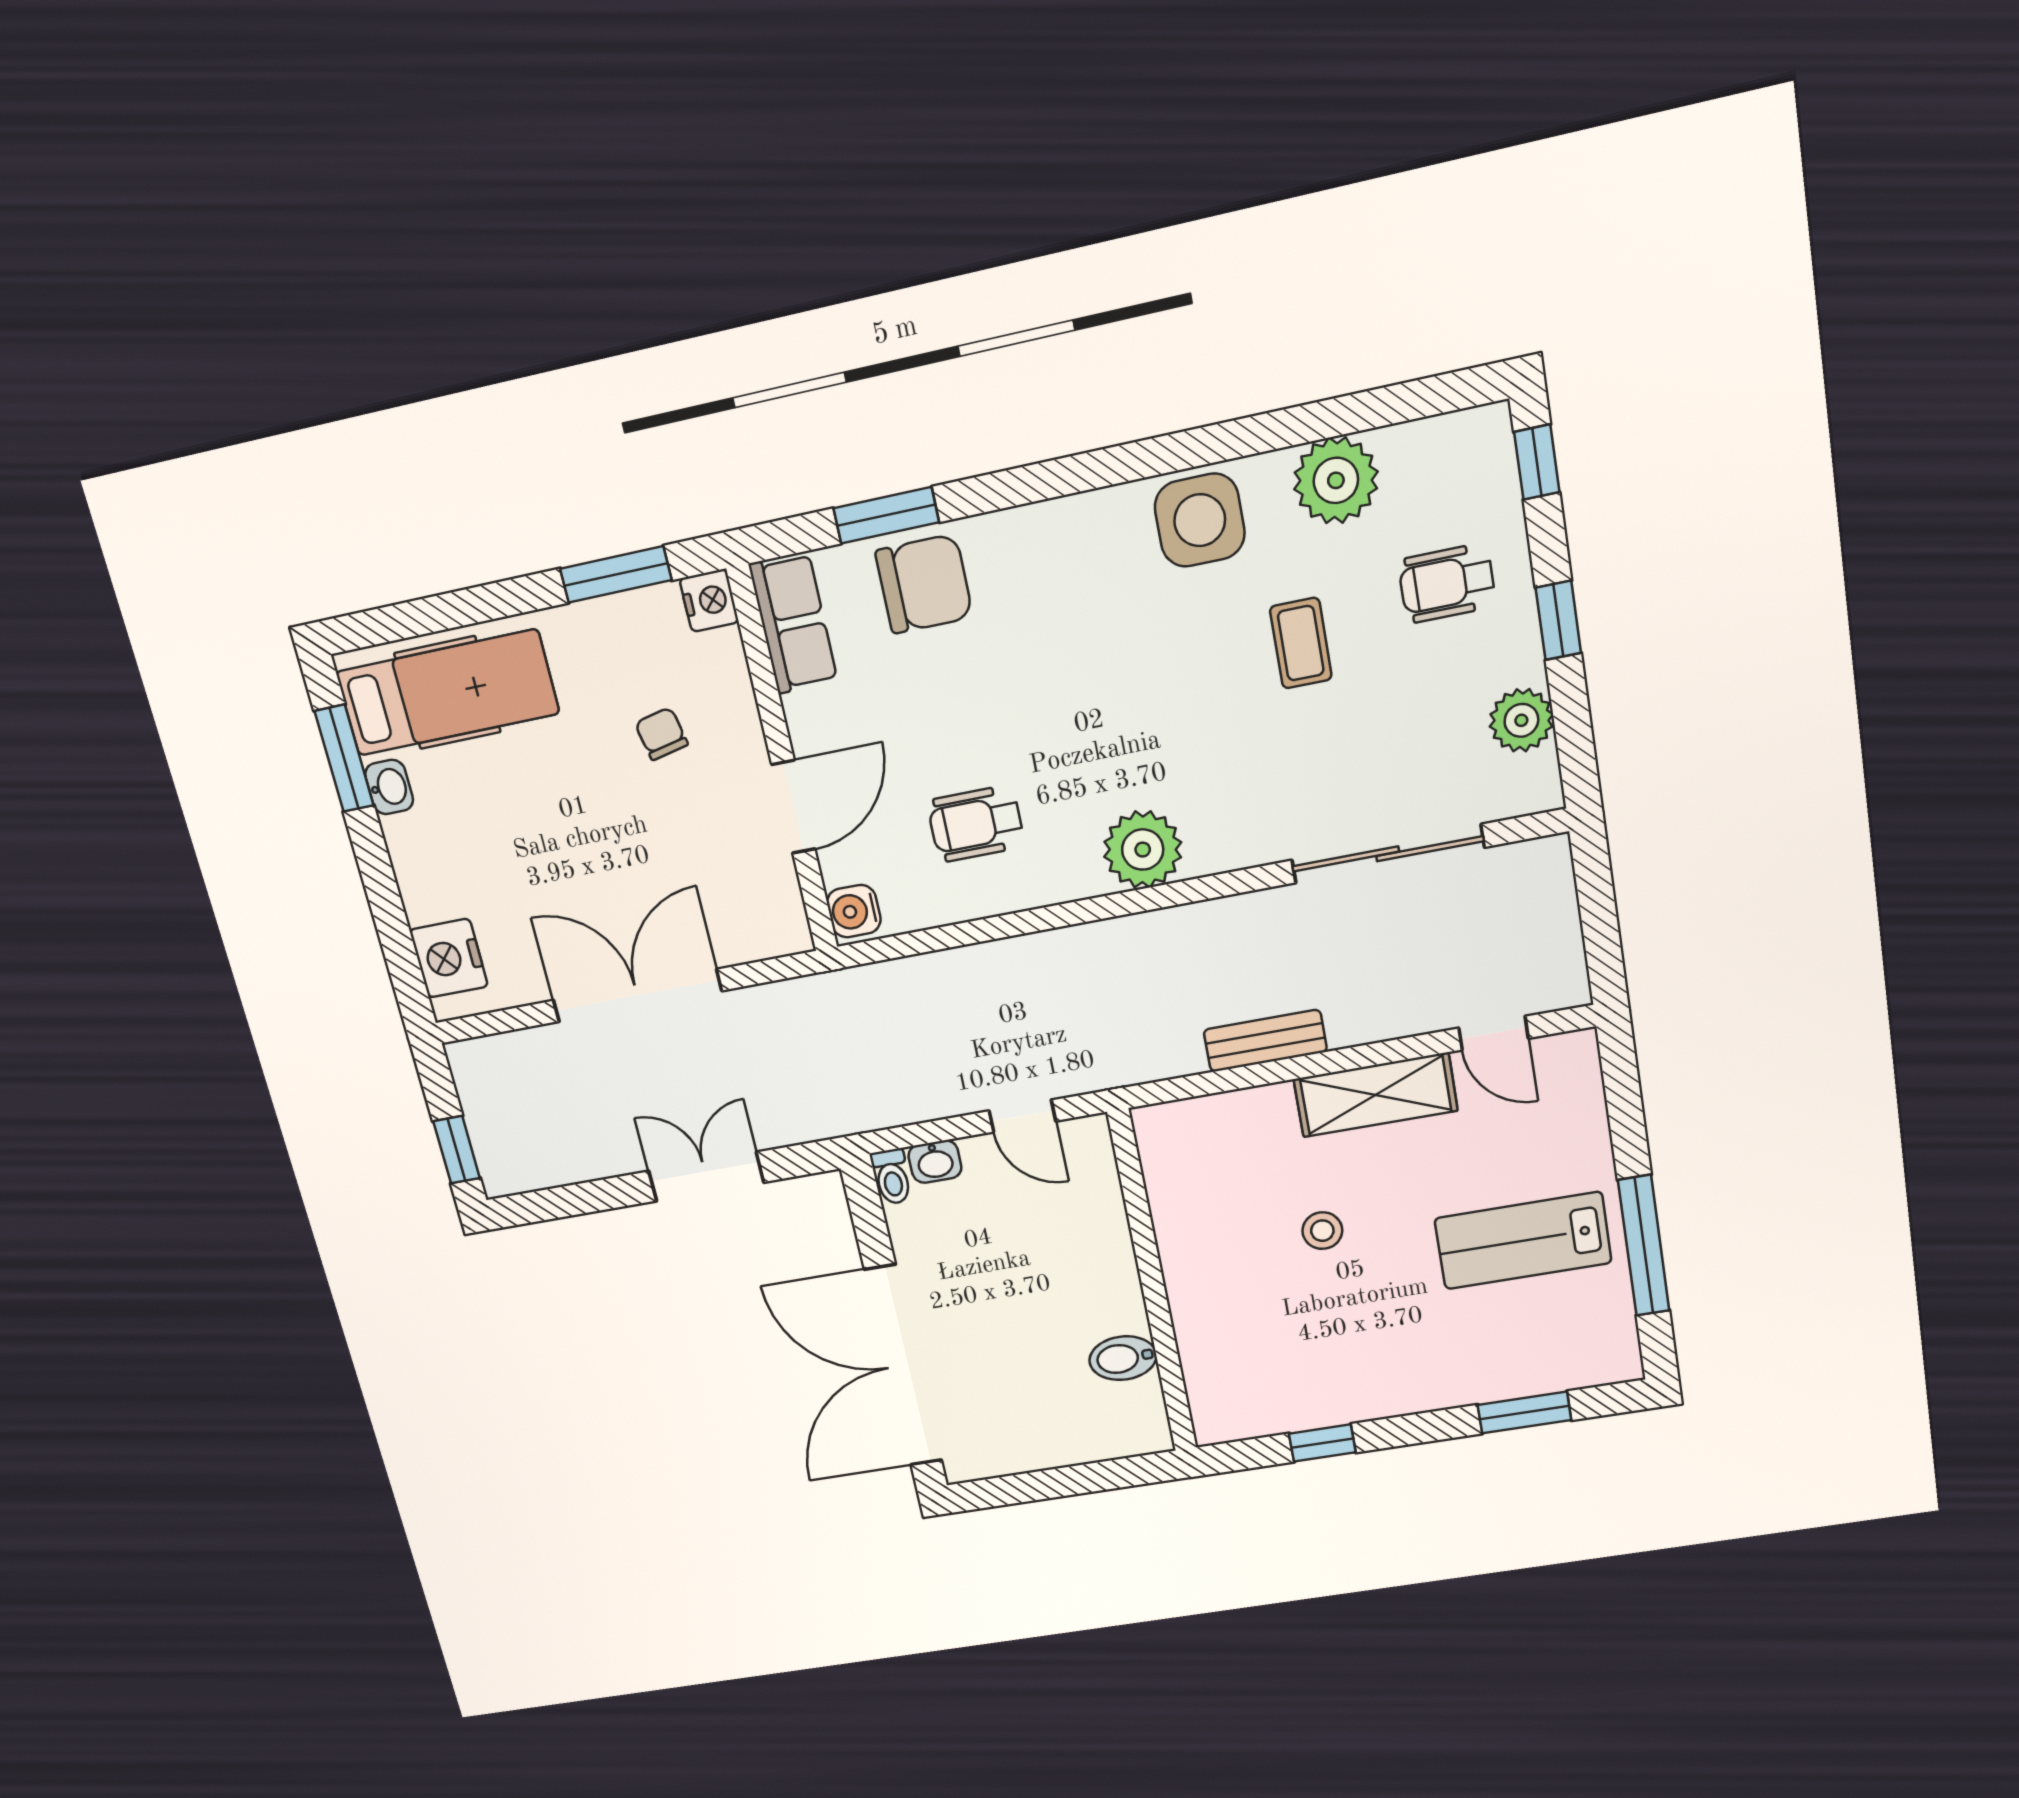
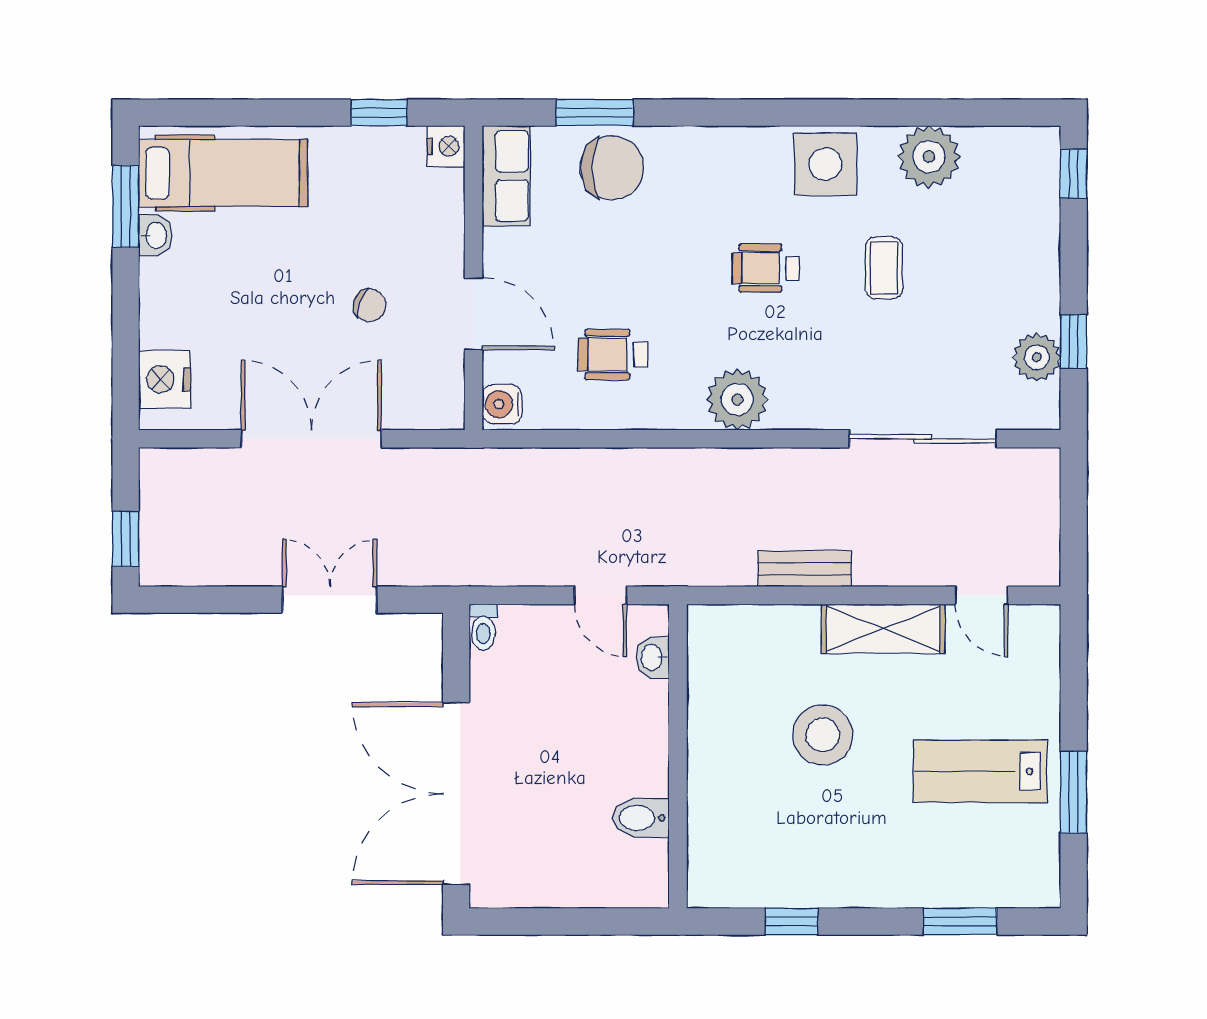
window: (616, 574) -> (379, 113), width x0.67
wheelchair: (1447, 583) -> (766, 268), moved
window: (1558, 620) -> (1074, 341), moved
chair: (661, 734) -> (370, 305), moved, turned 121
door: (793, 807) -> (474, 314), hinge flipped
washbasin: (935, 1162) -> (653, 658), moved, turned 90
stool: (1322, 1231) -> (823, 735), width x1.89, depth x1.89
window: (1644, 1246) -> (1074, 792), width x0.69

